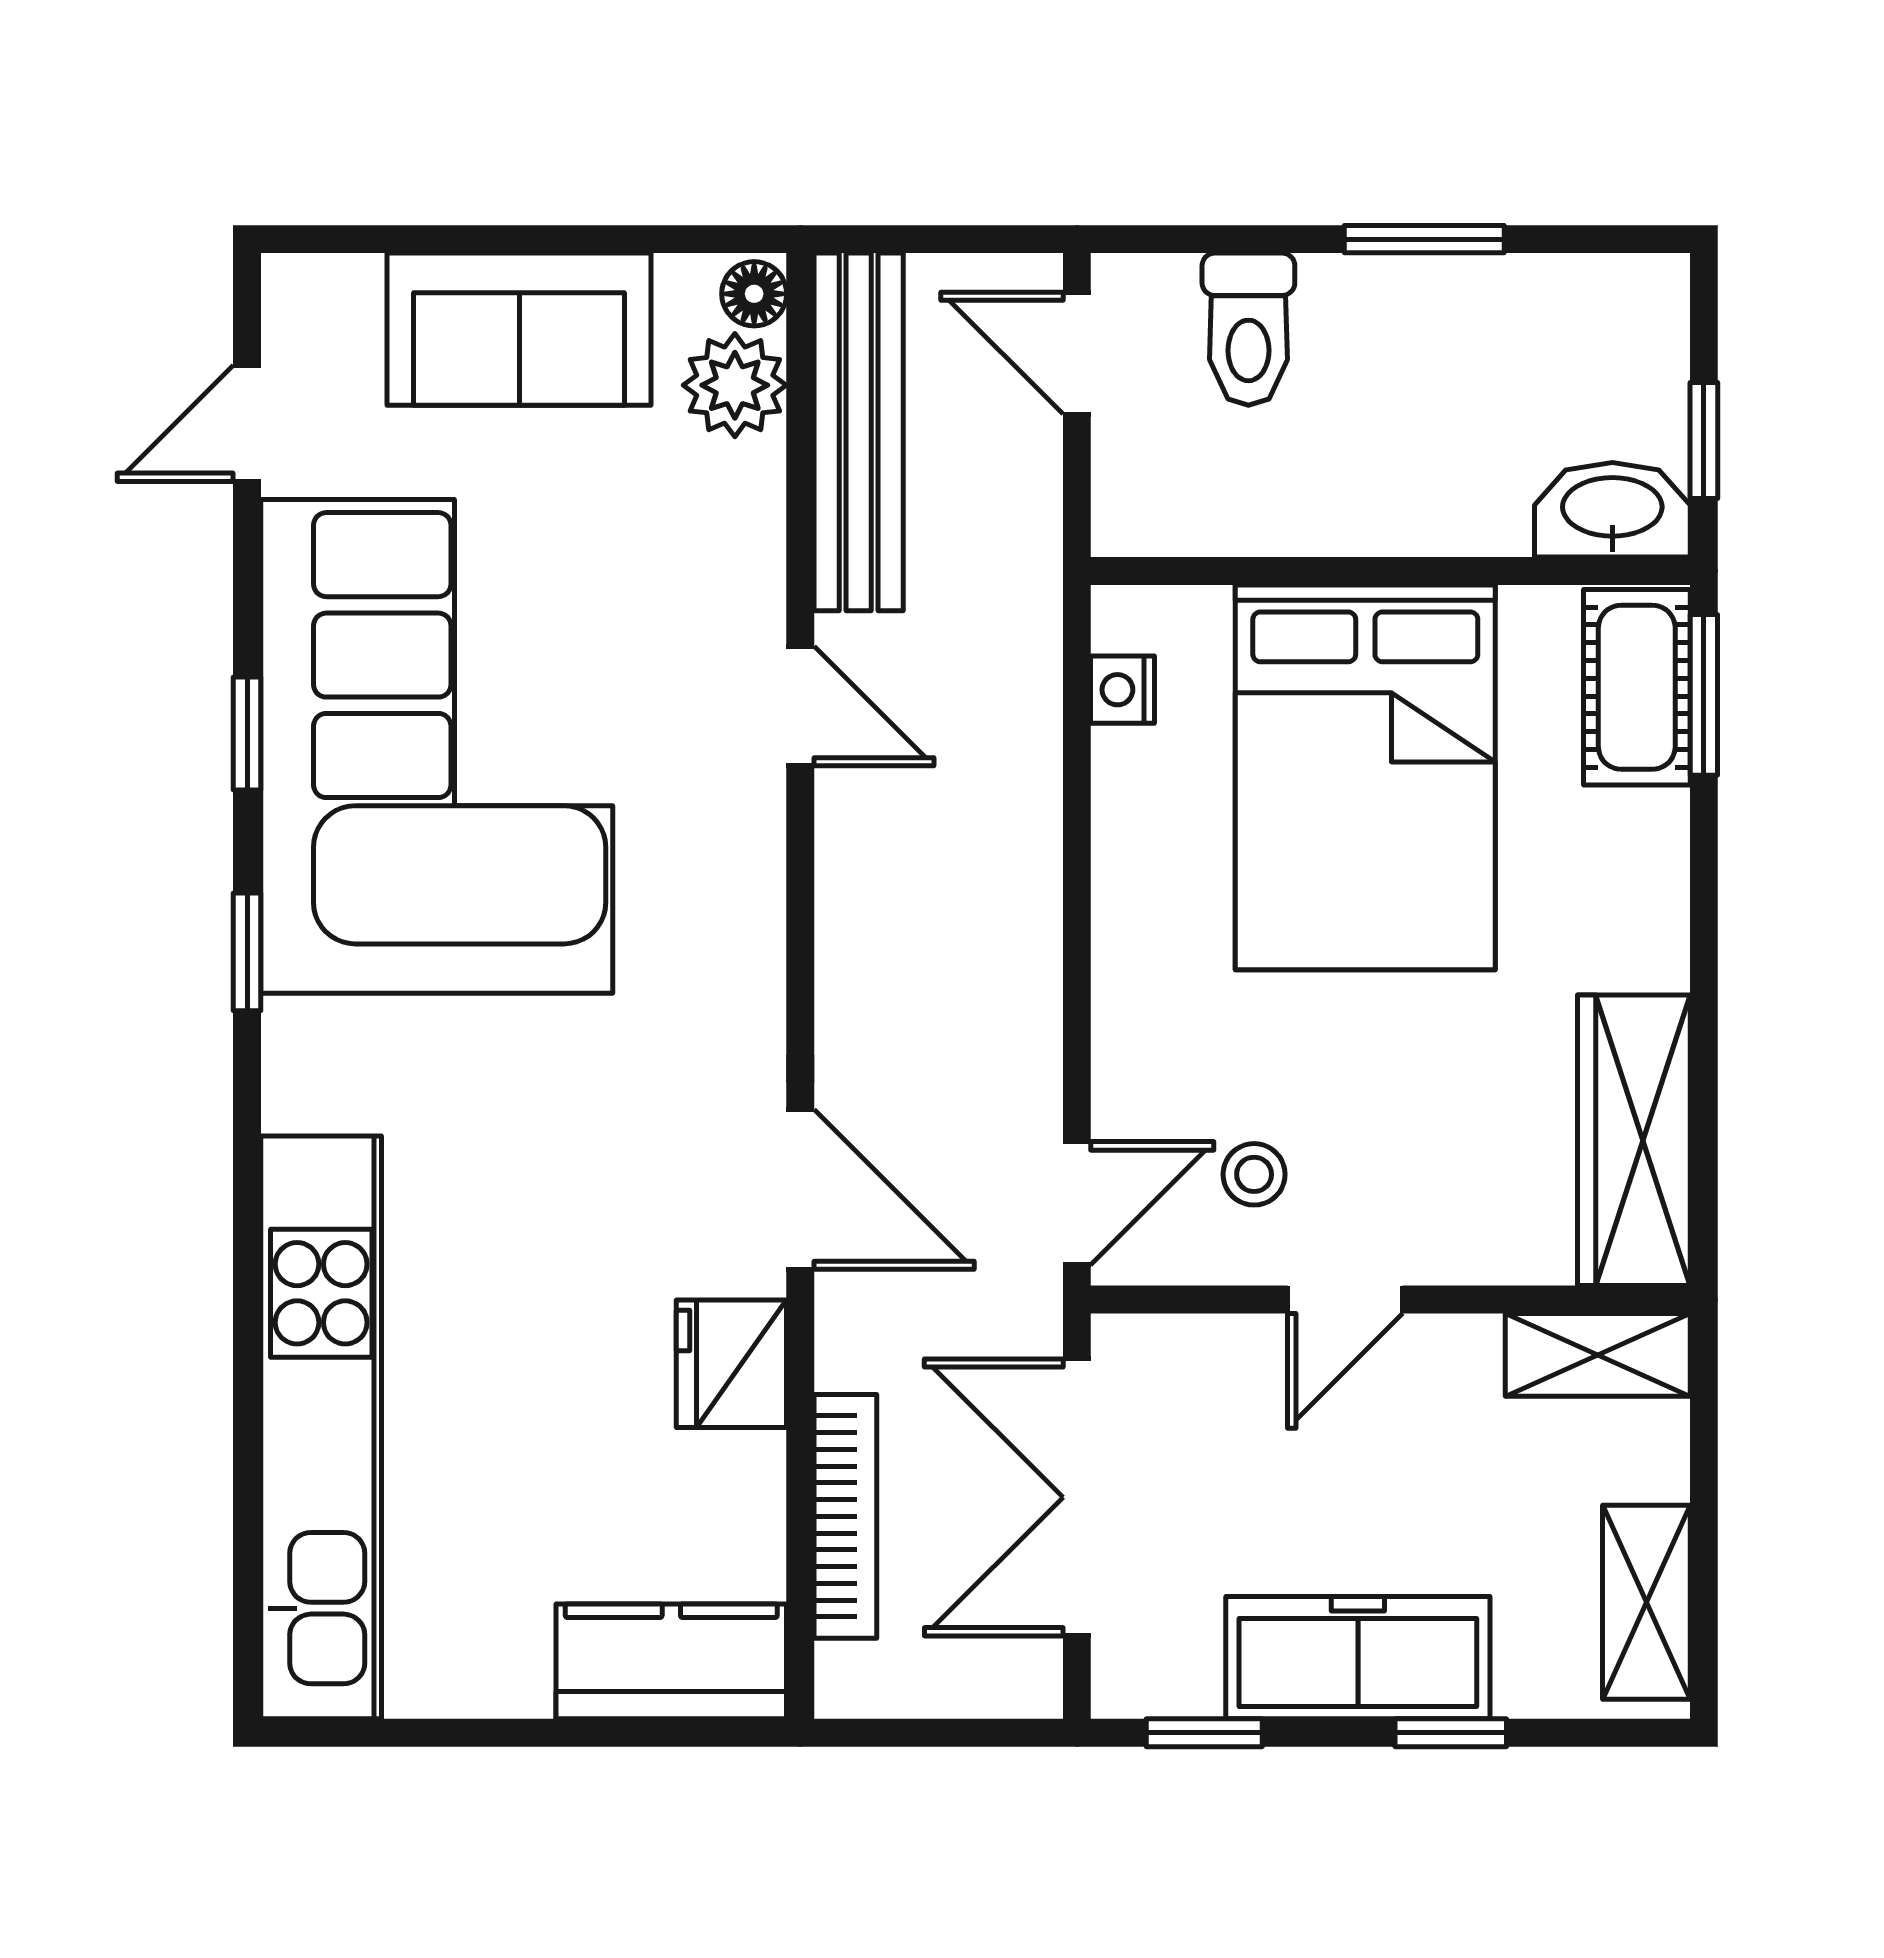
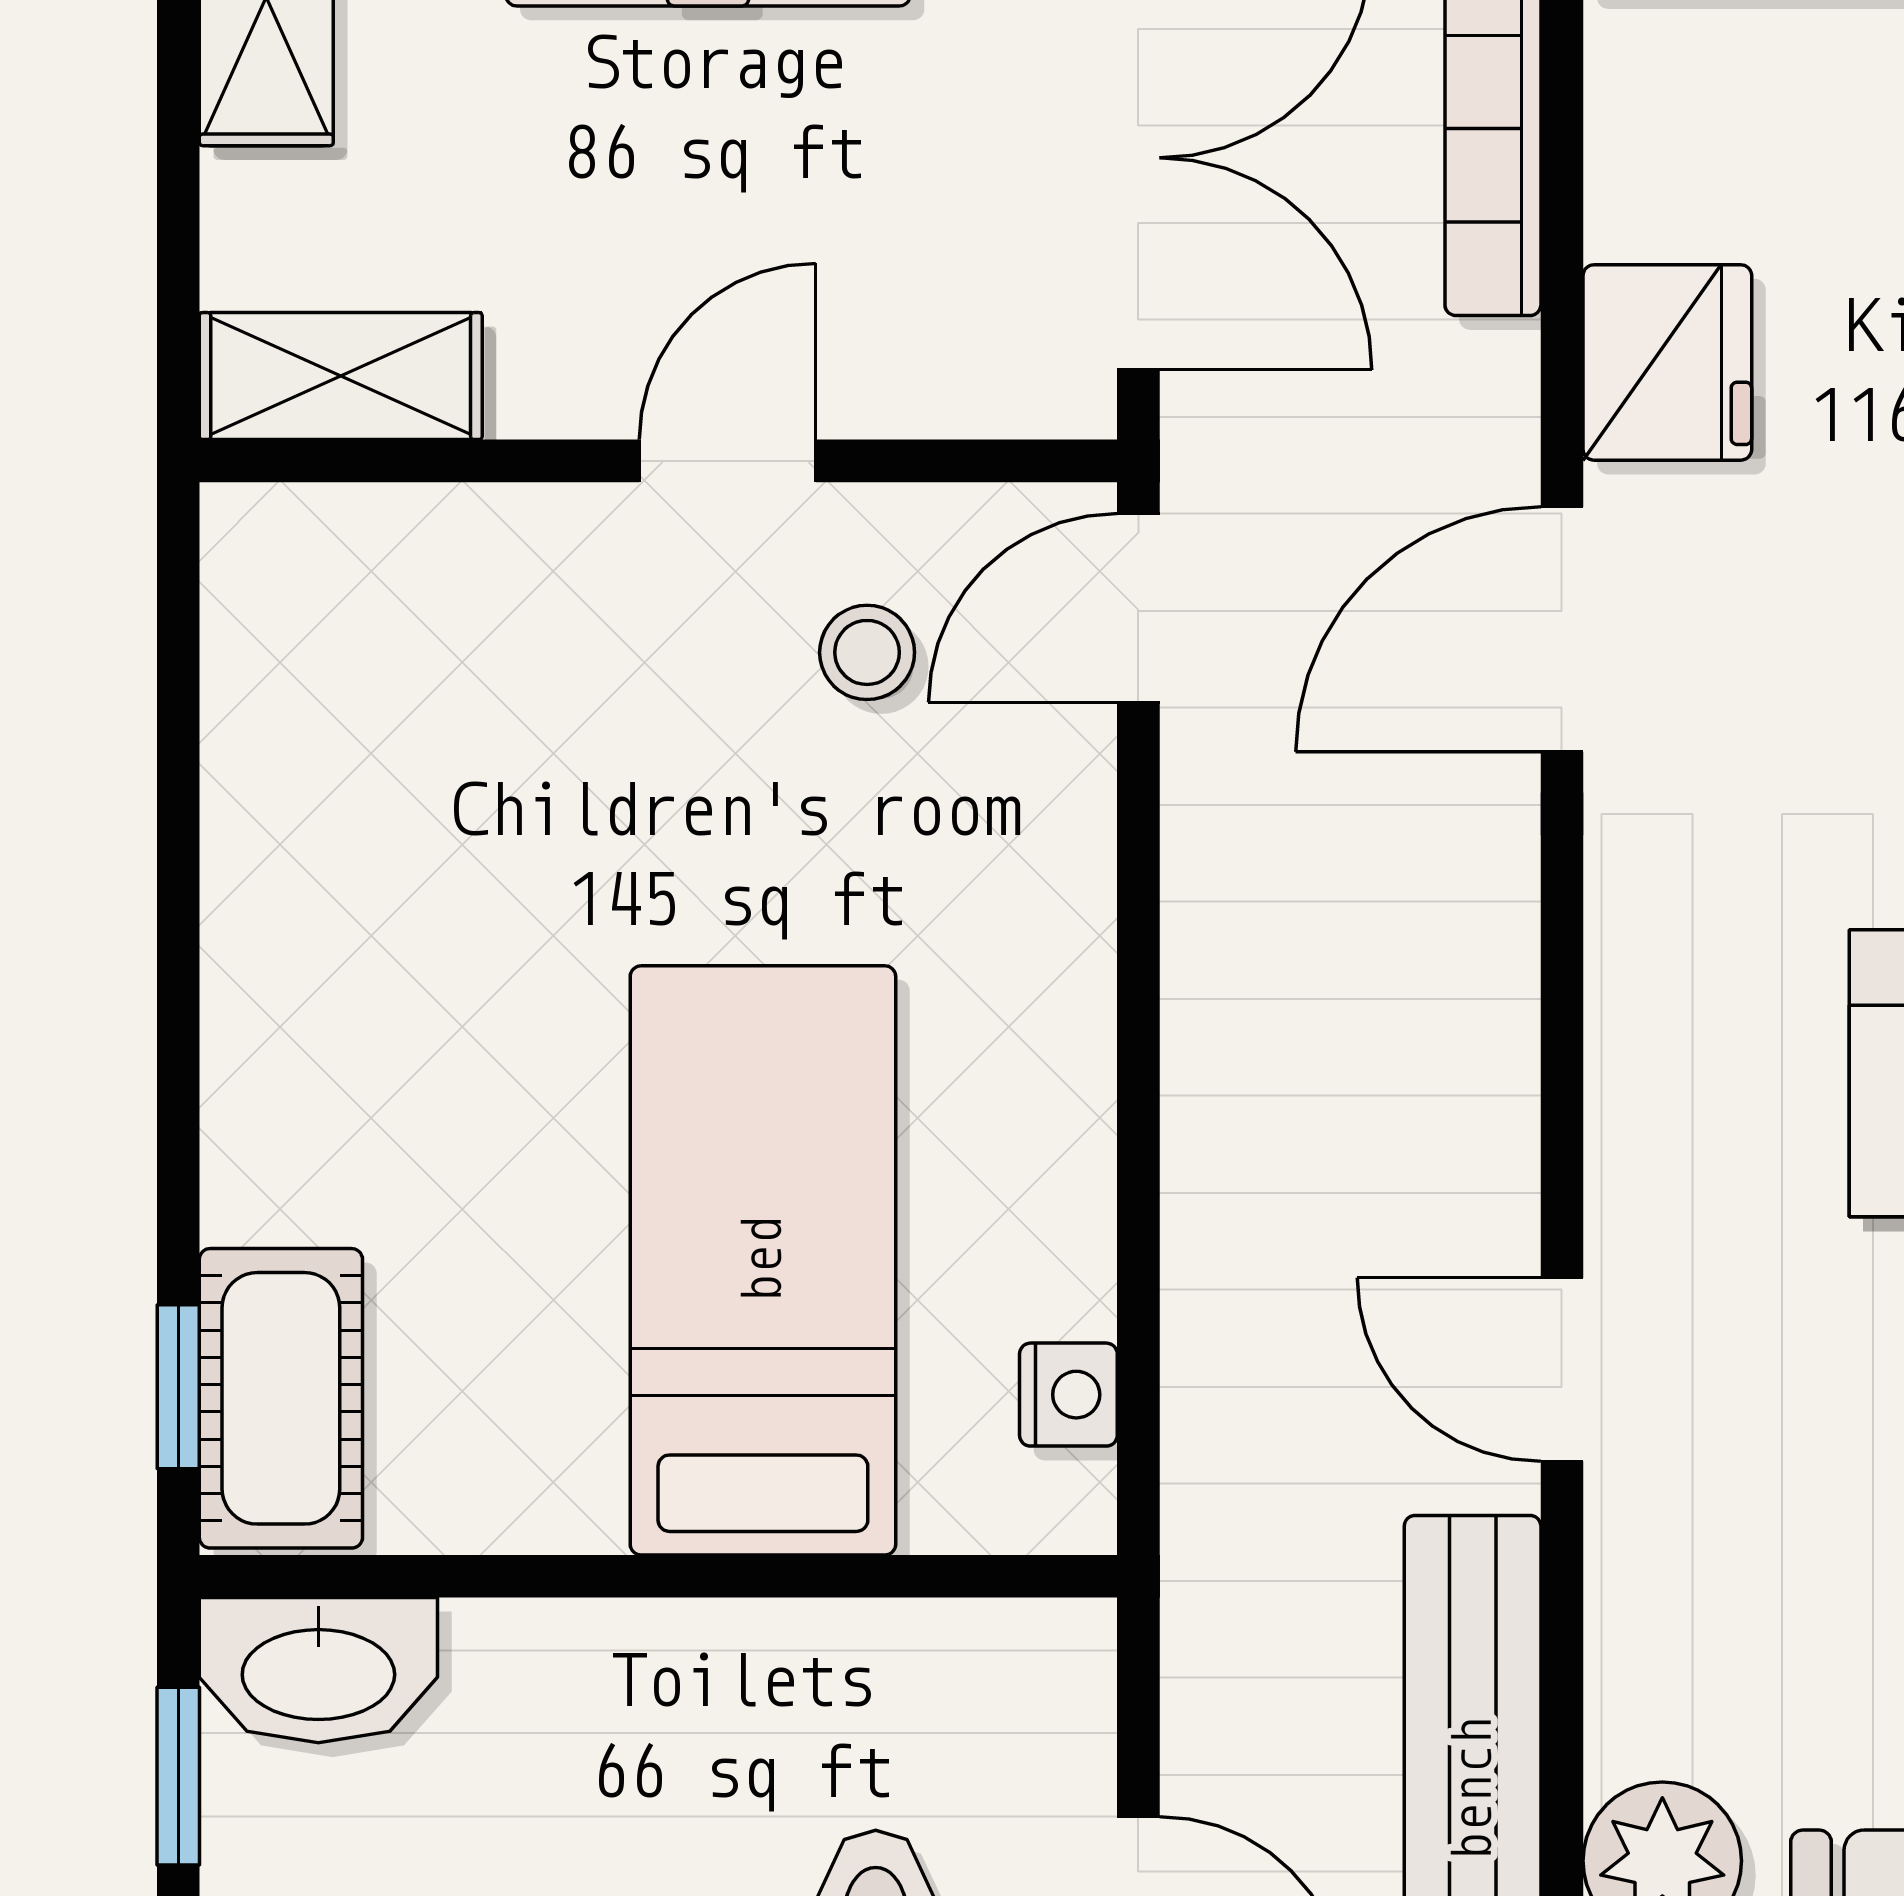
window: (1704, 695) -> (178, 1387), width x0.67
bed: (1365, 777) -> (763, 1260), width x0.67
wardrobe: (1634, 1140) -> (286, 705), removed
door: (800, 1189) -> (1562, 629), hinge flipped

